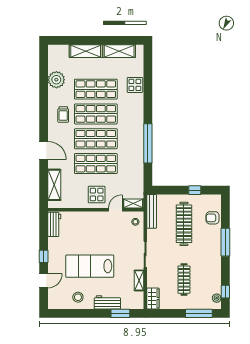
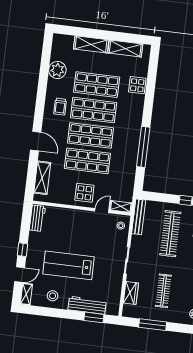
shelving: (139, 280) -> (26, 294), moved
wardrobe: (153, 298) -> (131, 293), moved
workbench: (107, 302) -> (87, 305), width x1.38
window: (199, 313) -> (153, 325), moved

